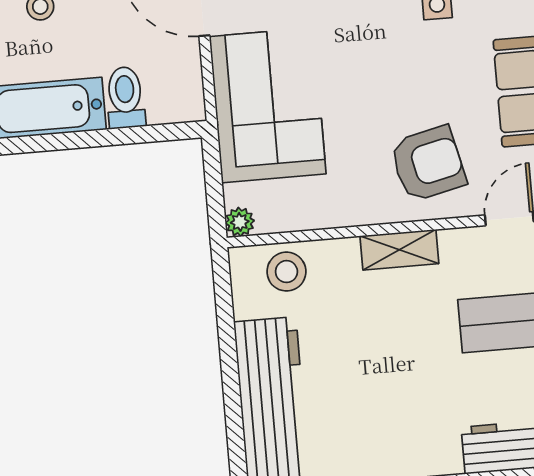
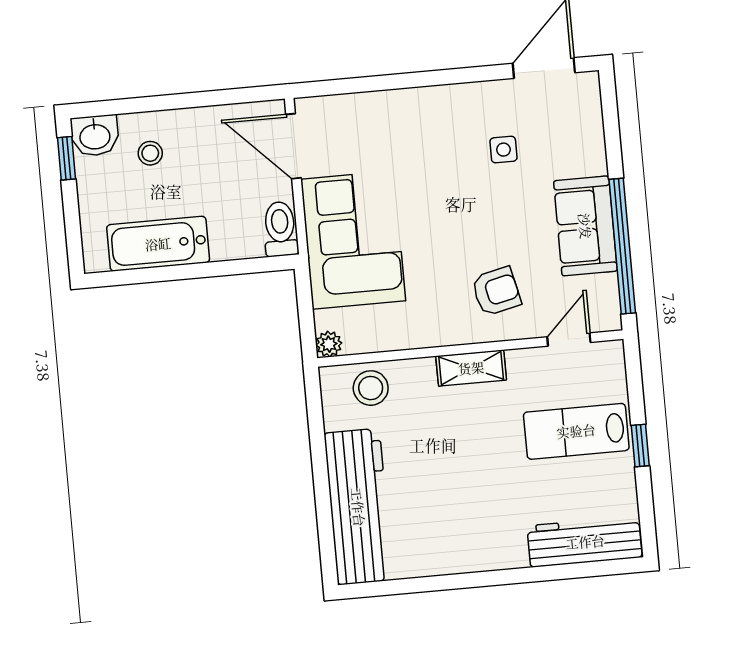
toilet: (125, 98) -> (280, 229), moved
armchair: (428, 164) -> (496, 291), width x0.72, depth x0.72

